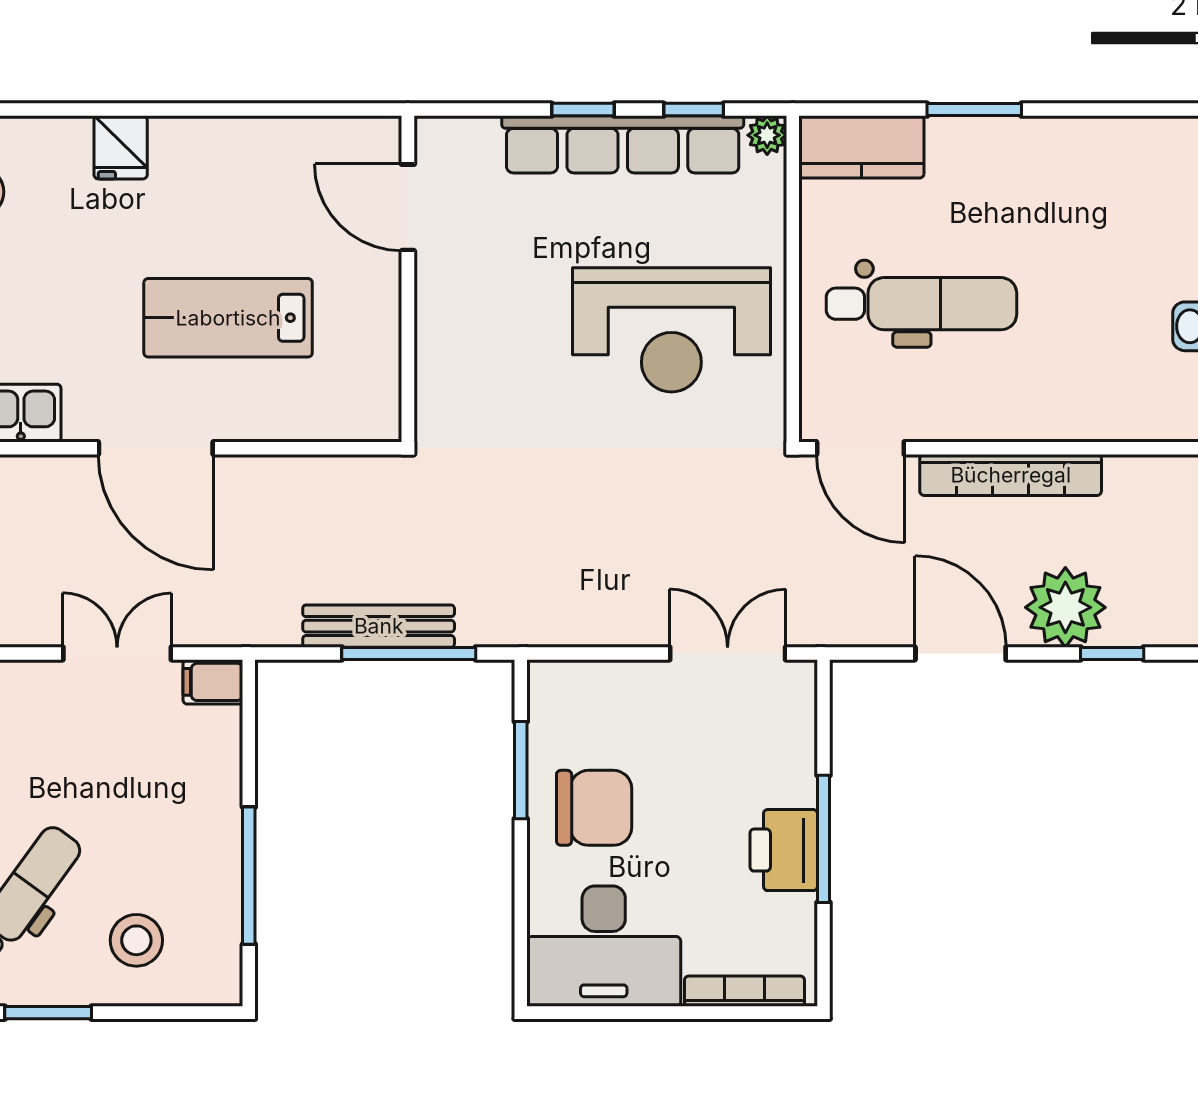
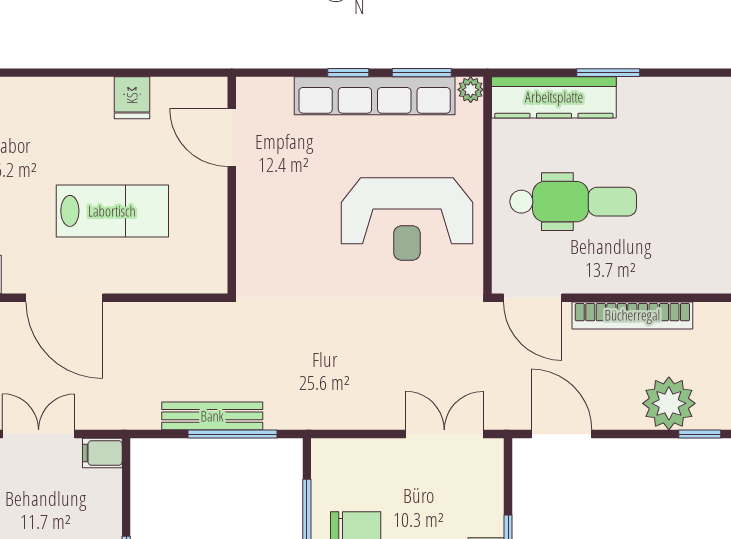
window: (694, 110) -> (422, 73), width x1.50
fridge: (121, 147) -> (132, 98), moved
kitchen counter: (861, 147) -> (554, 97), width x1.50
lab bench: (228, 318) -> (112, 211), turned 180
door: (961, 653) -> (562, 434), moved

